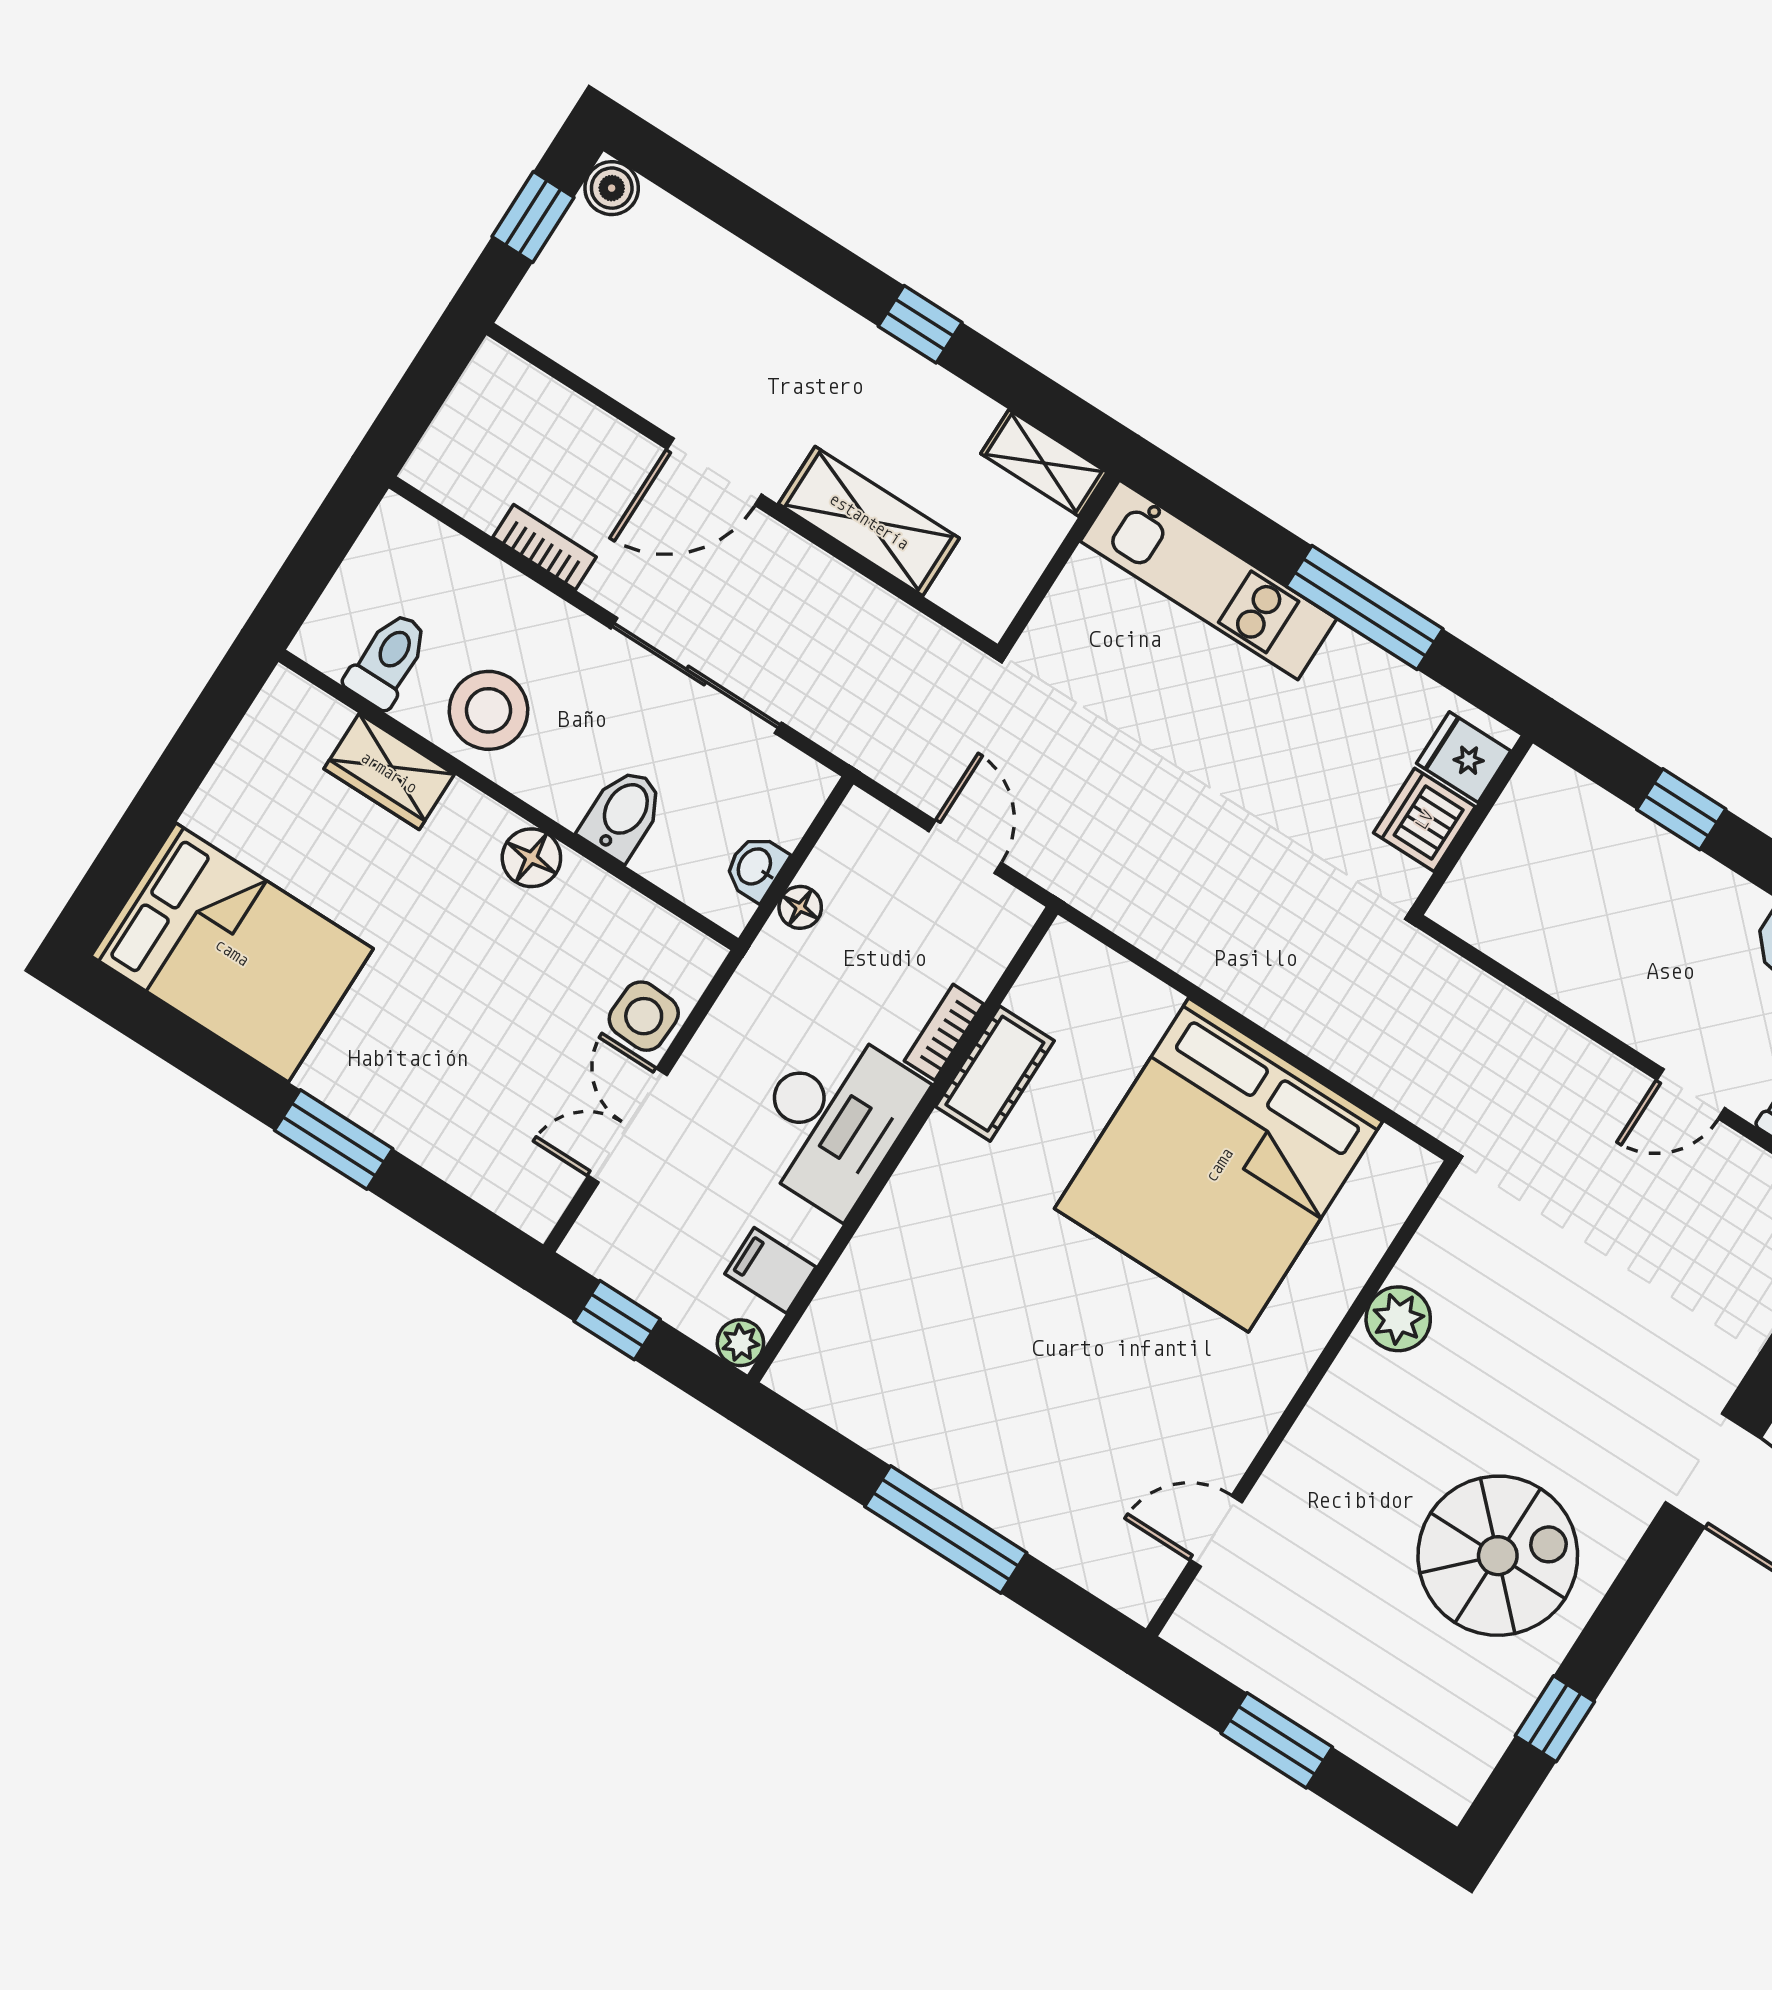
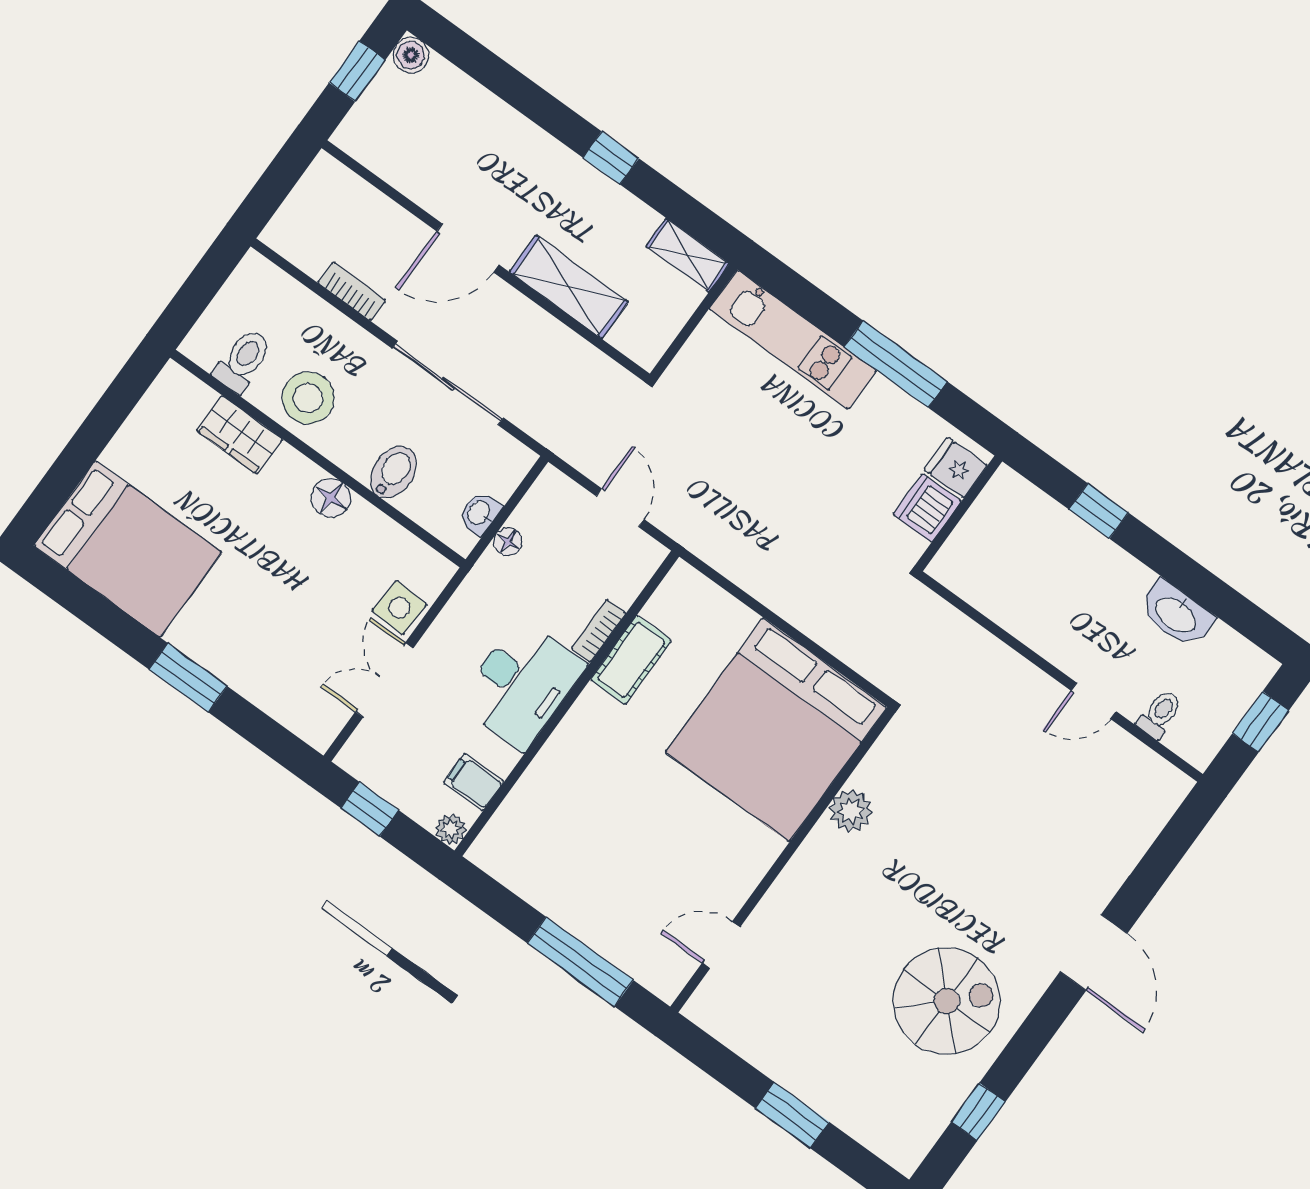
plant: (1398, 1319) -> (851, 811), moved
wall: (1301, 1398) -> (783, 860), moved
door: (1216, 1531) -> (721, 945), moved

